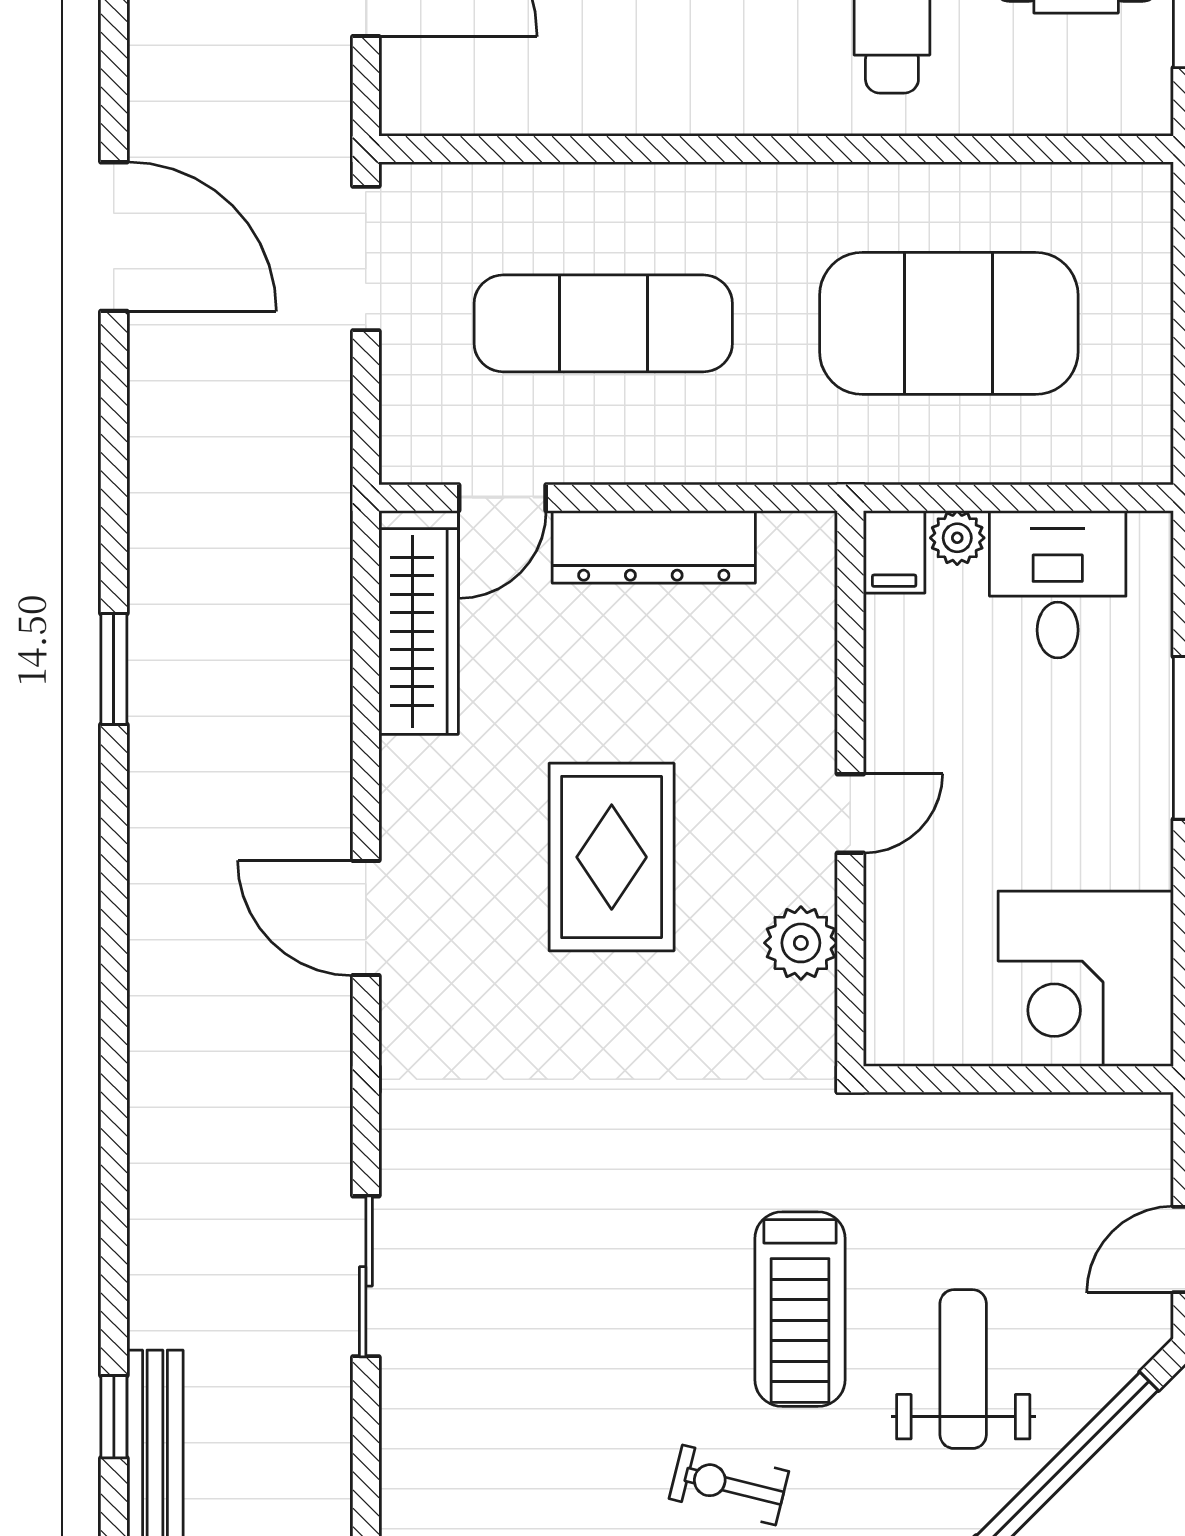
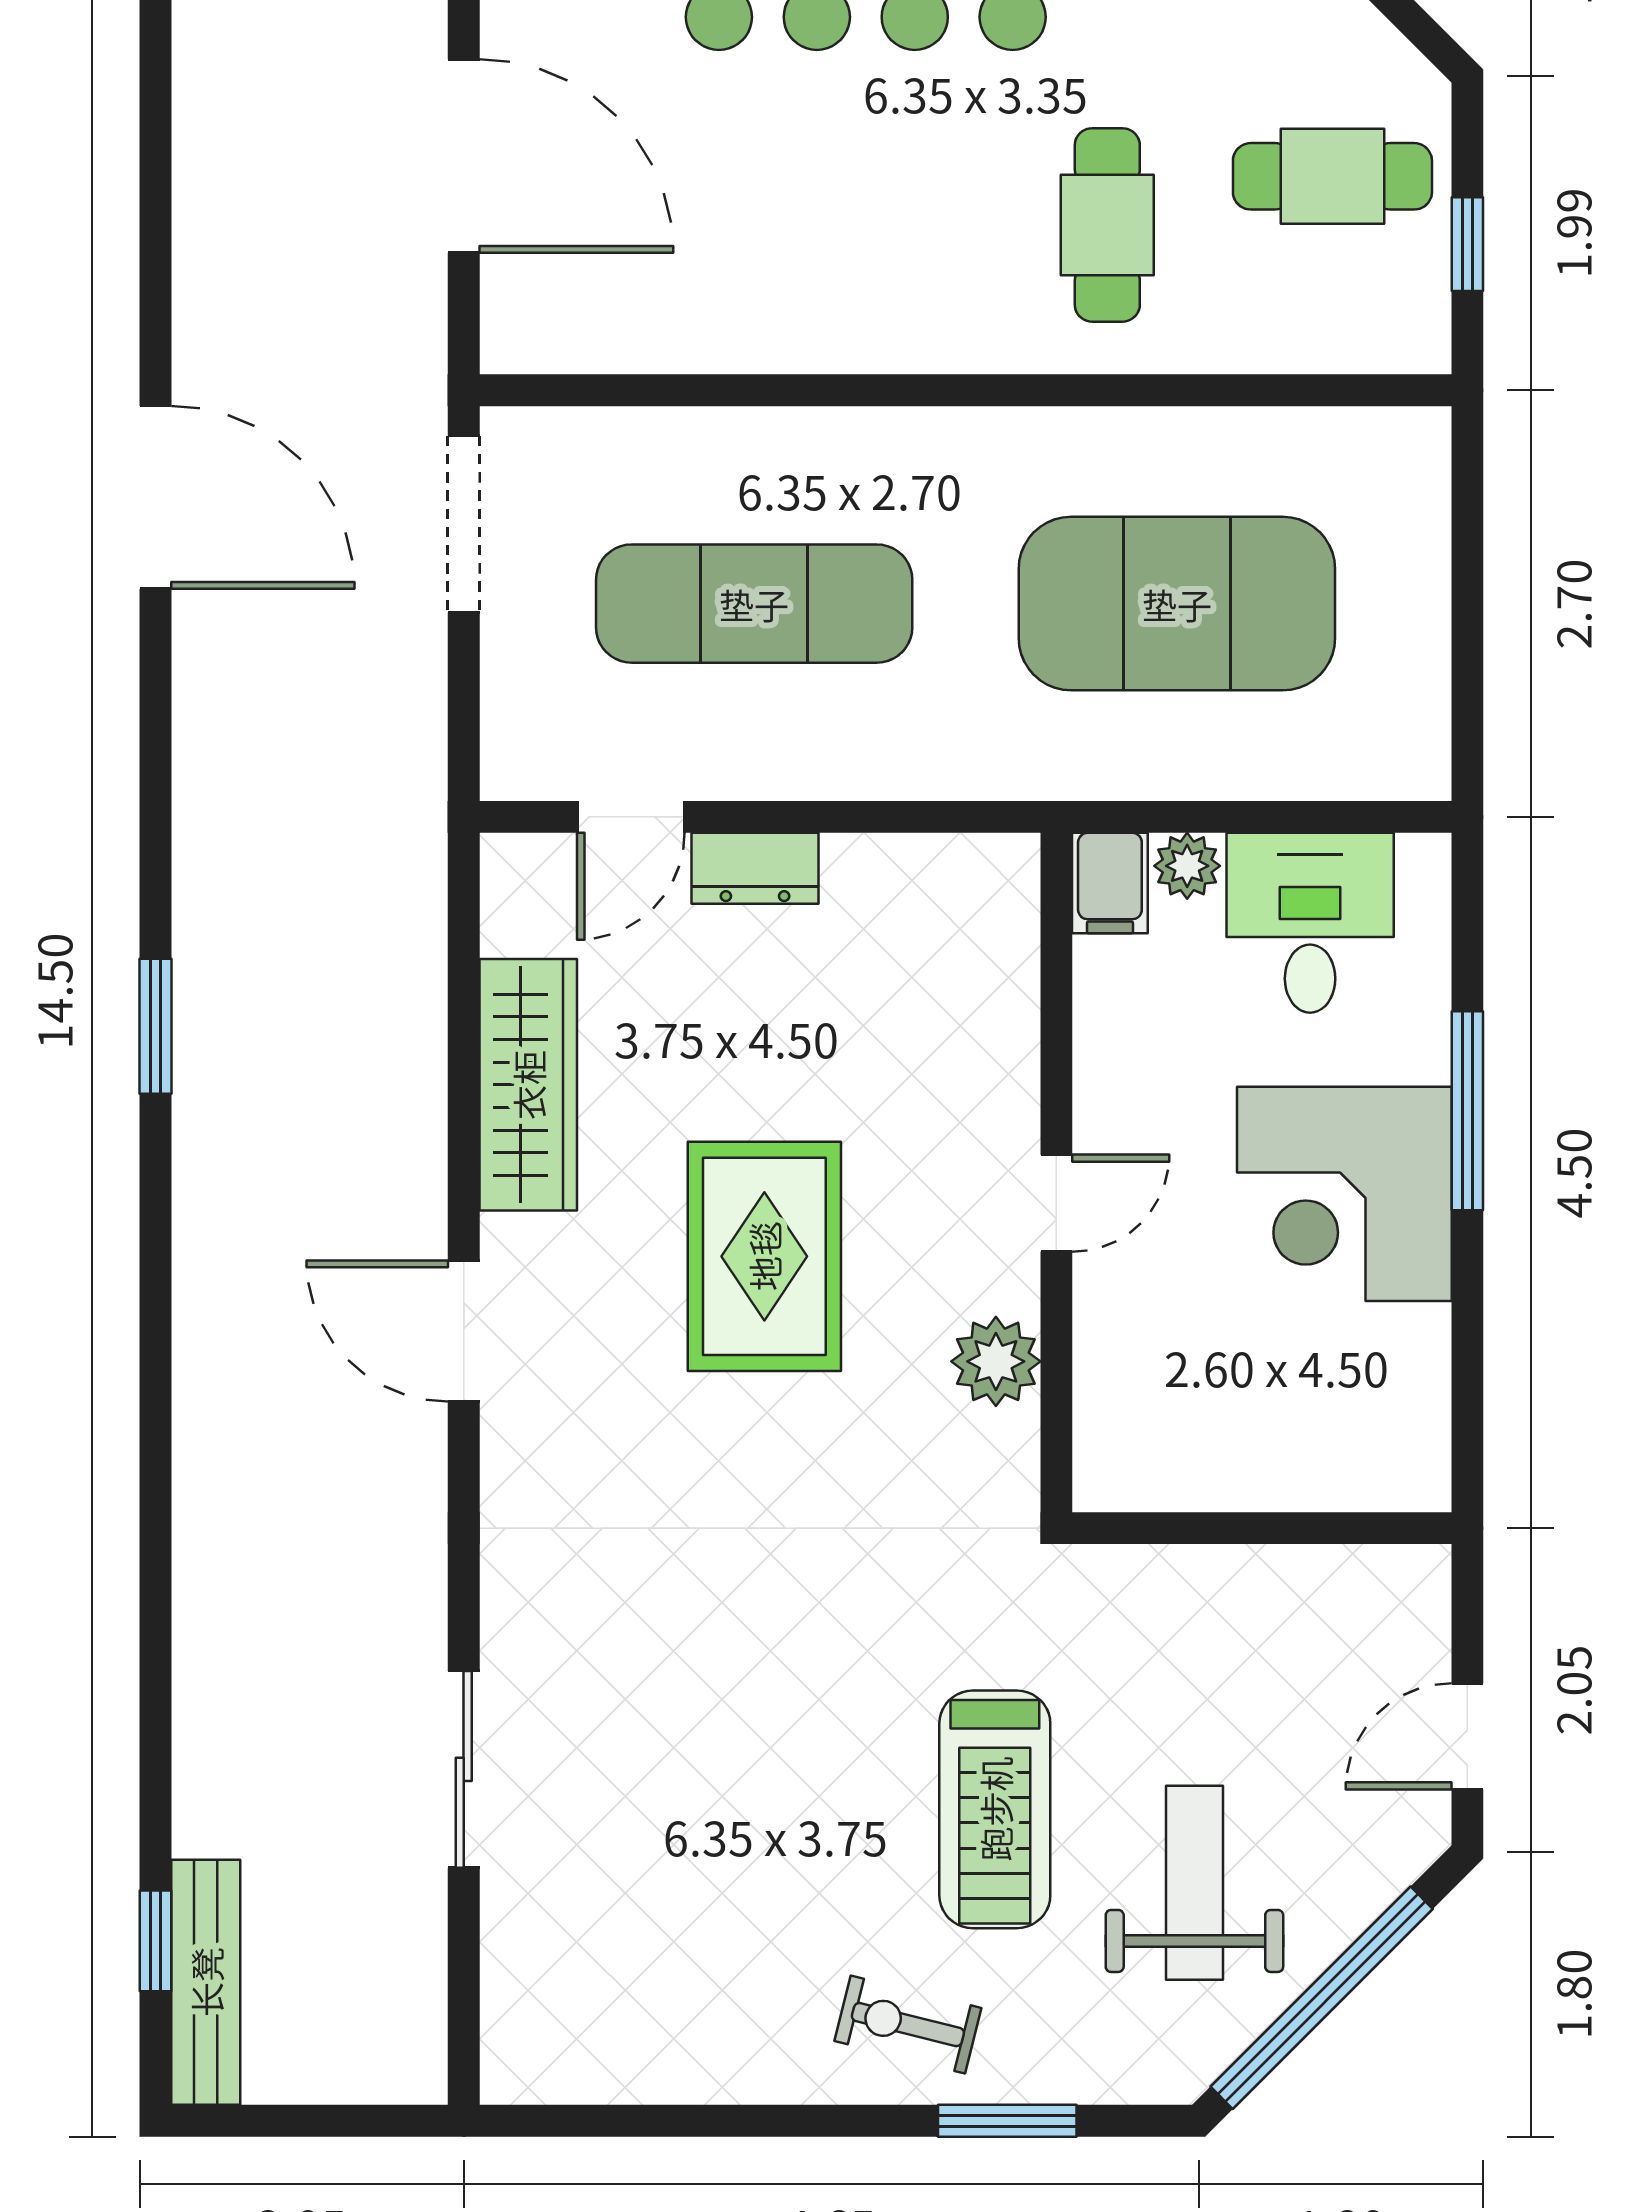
dresser: (654, 547) -> (755, 868), width x0.51, depth x0.80
wardrobe: (419, 631) -> (528, 1085), moved
corner desk: (1086, 979) -> (1344, 1194), moved

